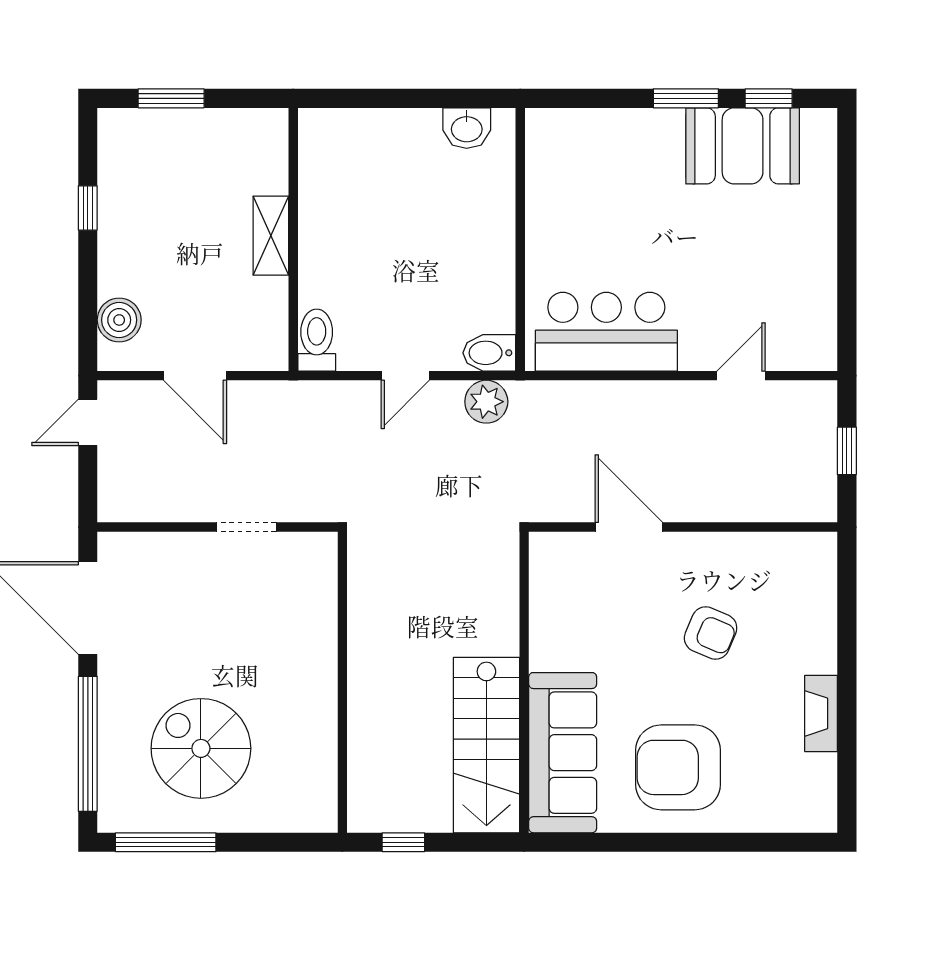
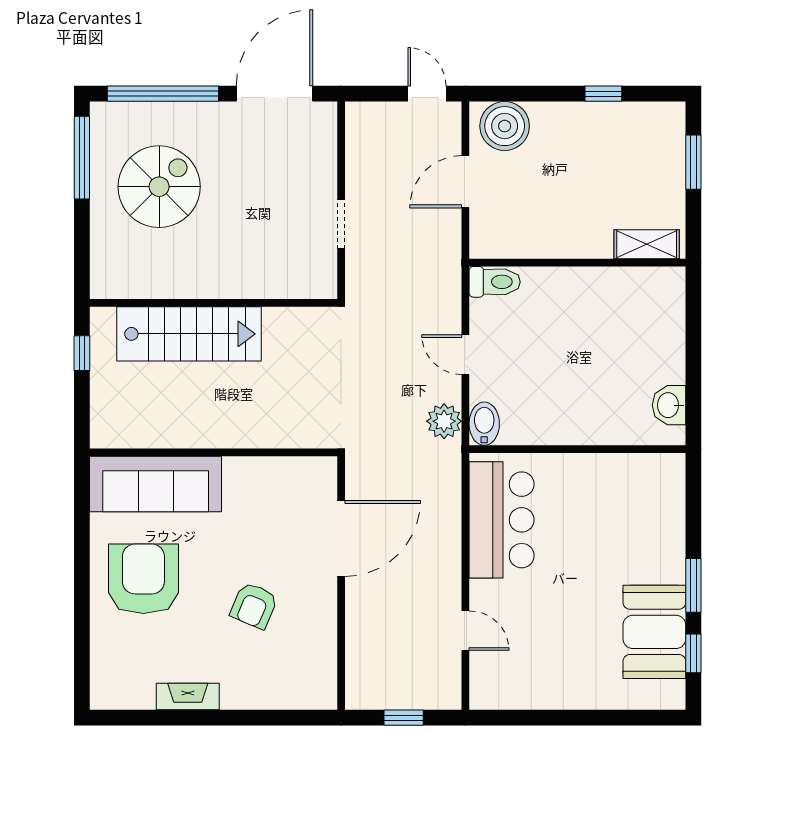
shelving: (271, 236) -> (647, 244), moved
boiler: (119, 320) -> (505, 126), width x1.37, depth x1.37
door: (629, 527) -> (341, 538), width x1.36
stairs: (486, 745) -> (189, 334), moved, turned 180

